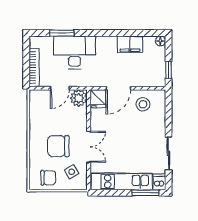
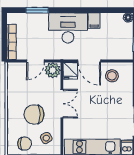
filing cabinet: (130, 44) -> (94, 21), width x0.50
desk: (75, 52) -> (68, 28), moved
door: (118, 88) -> (89, 61), hinge flipped
double door: (89, 147) -> (62, 104), moved

